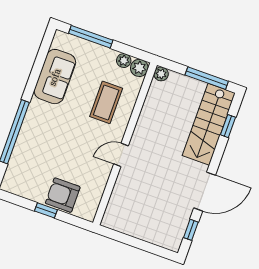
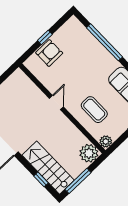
plant: (124, 61) -> (115, 134), removed
plant: (161, 74) -> (89, 153), width x1.88, depth x1.88

